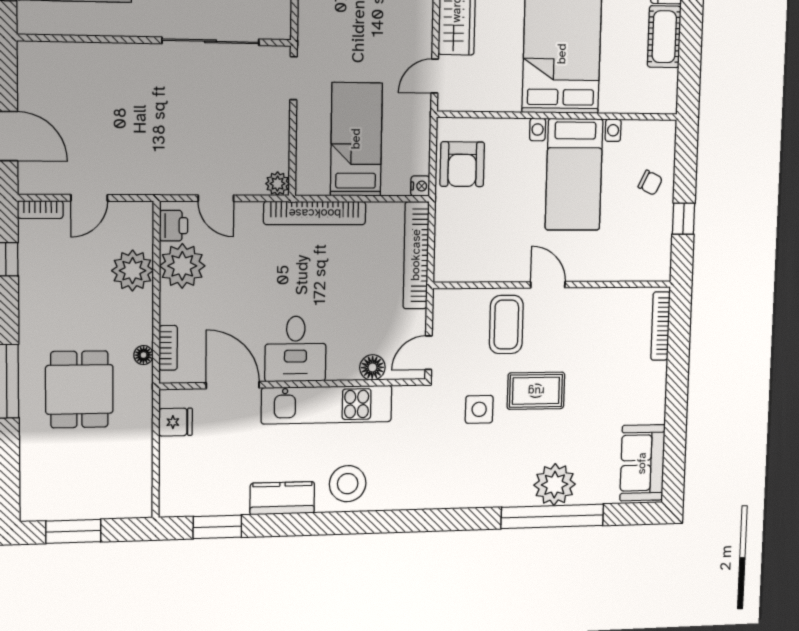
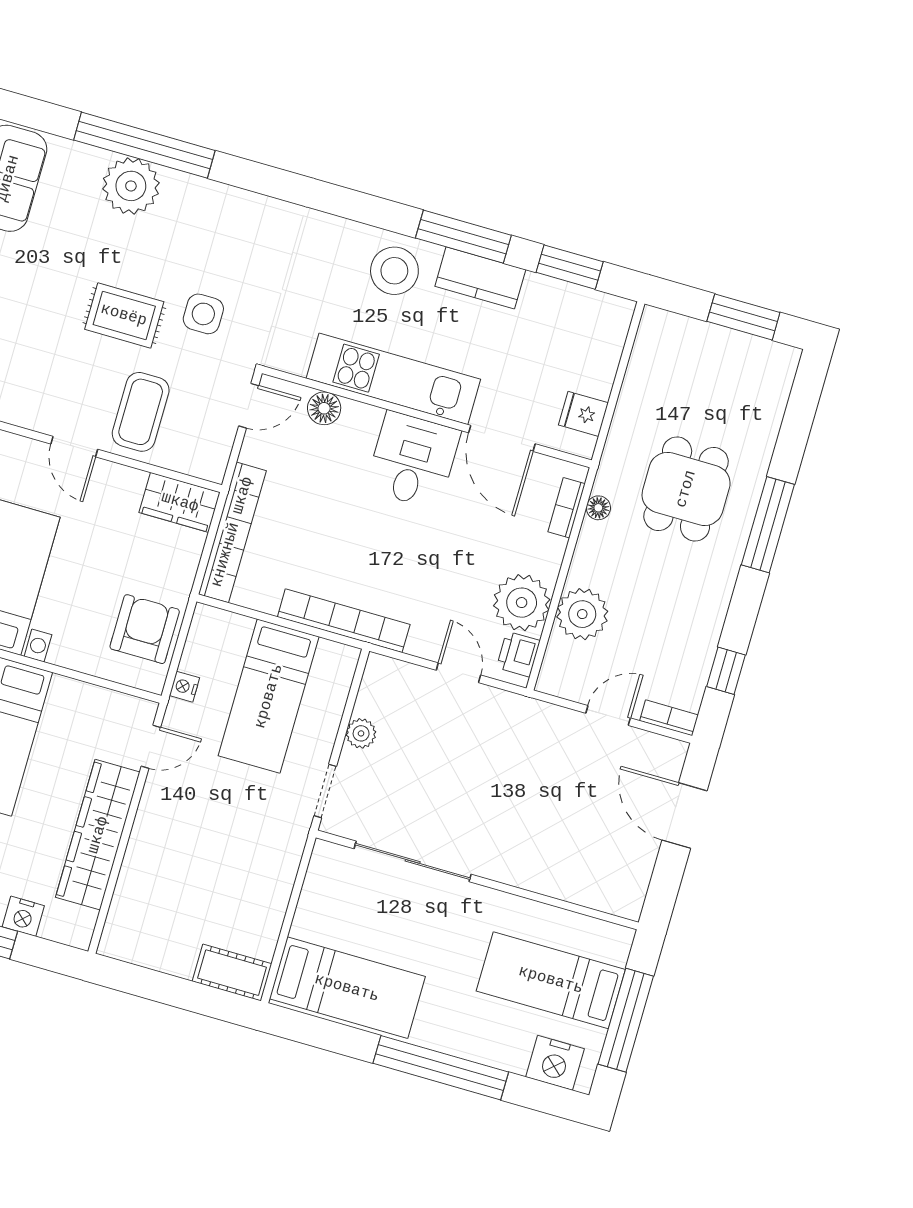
plant: (277, 184) -> (361, 733), moved
nightstand: (420, 186) -> (184, 687), moved
wardrobe: (461, 266) -> (180, 502), added
window: (303, 524) -> (463, 237), added

